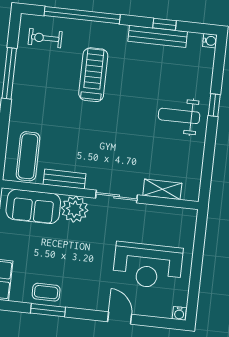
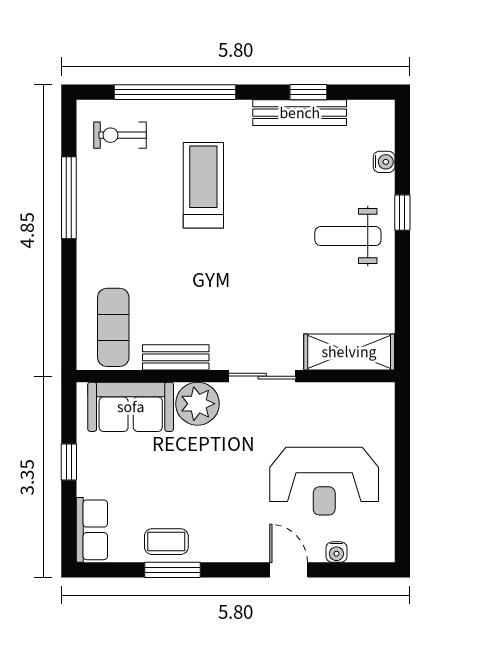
water cooler: (210, 41) -> (384, 162), moved
shelving: (162, 189) -> (349, 352), width x1.50, depth x1.33
water cooler: (179, 313) -> (336, 552), moved

